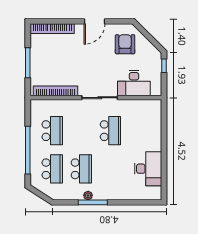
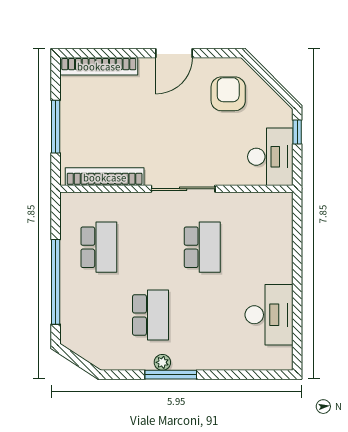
desk: (134, 83) -> (270, 157), moved, turned -90
school desk: (52, 169) -> (99, 315), removed

